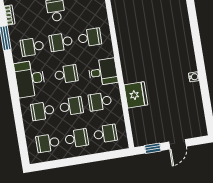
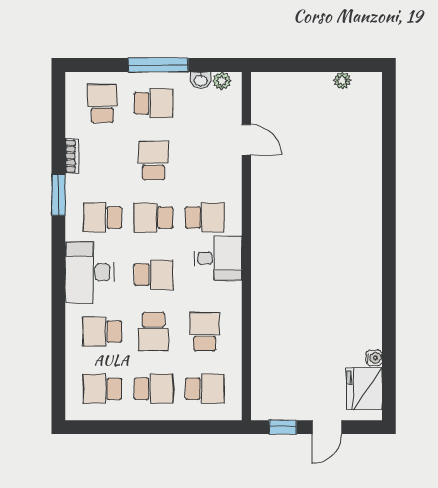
desk: (103, 72) -> (218, 258), moved
water cooler: (194, 77) -> (374, 358), moved
fridge: (136, 95) -> (364, 389), moved, turned 180
school desk: (100, 102) -> (205, 332), turned 90
school desk: (71, 106) -> (154, 332), turned 90

